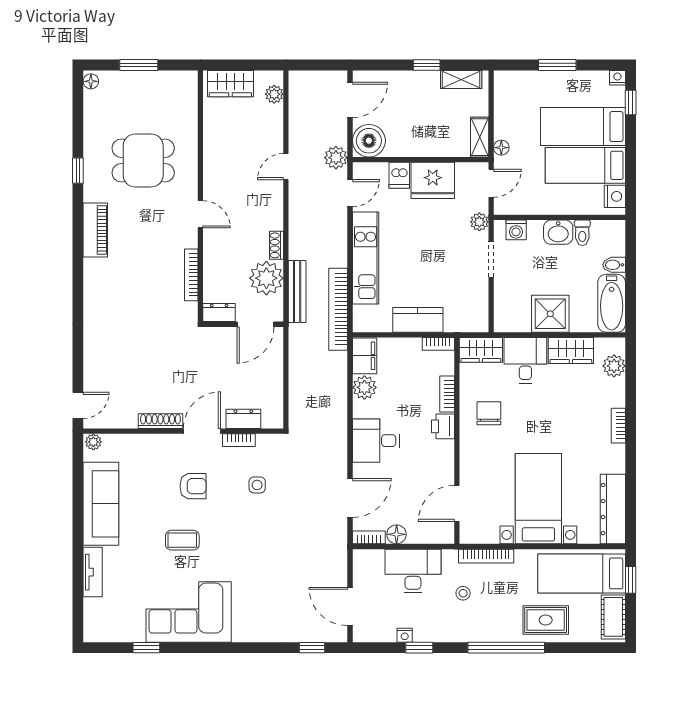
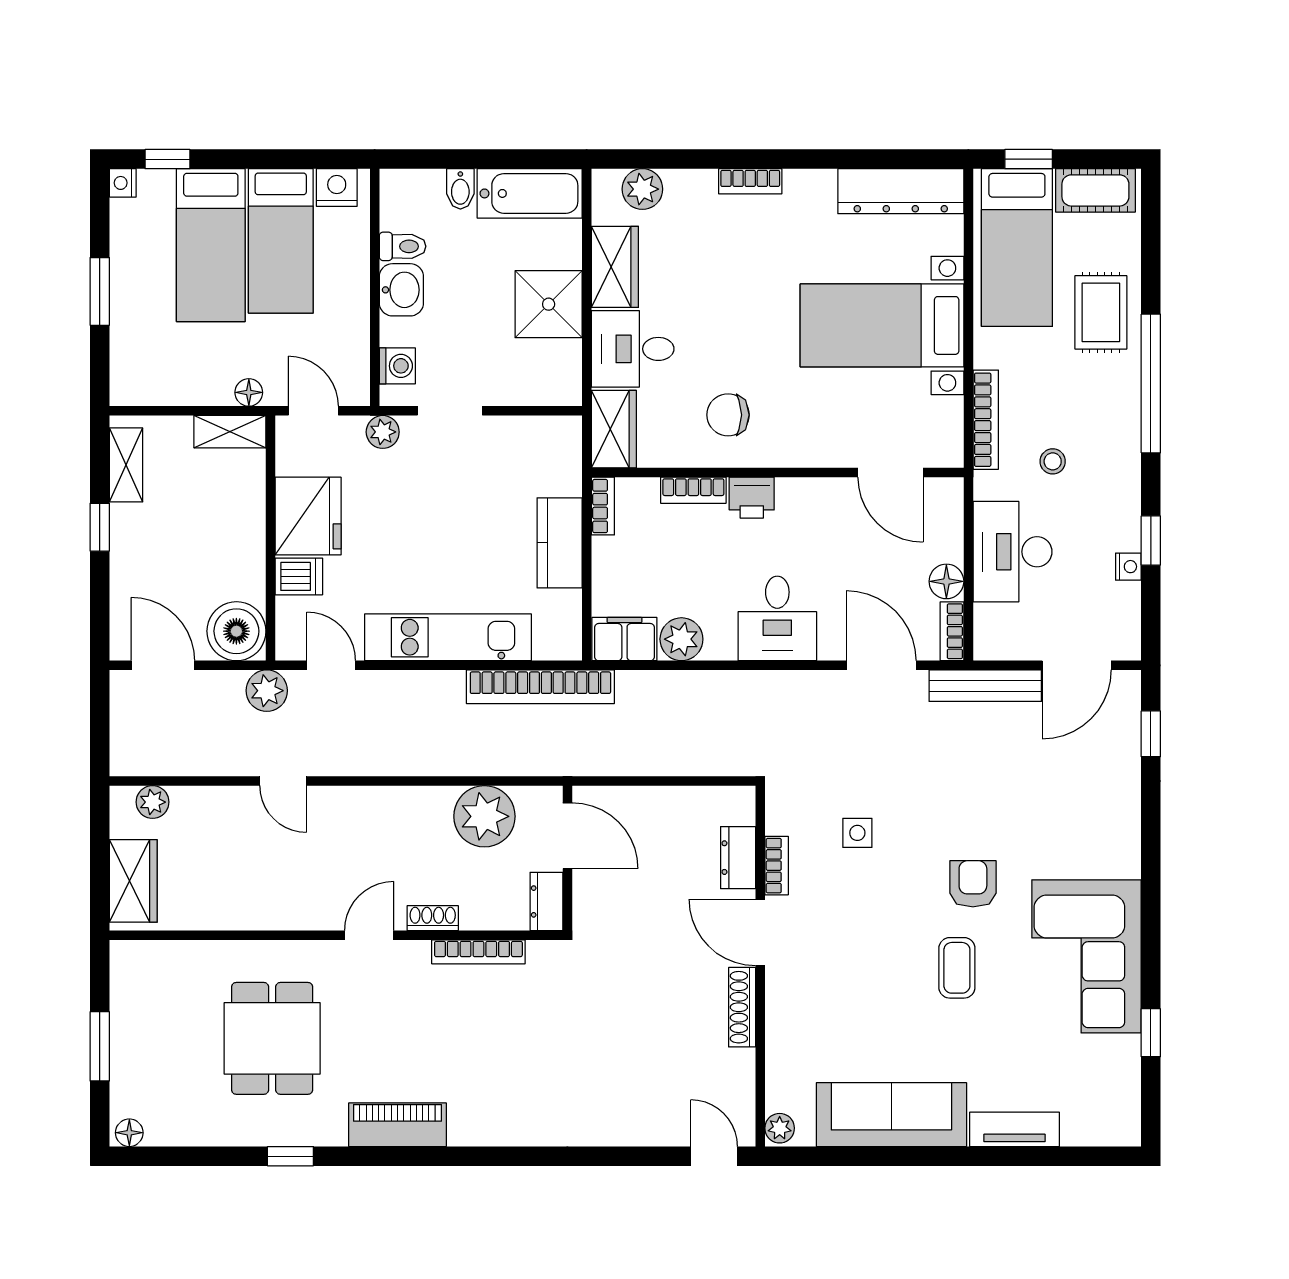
shoe rack: (276, 245) -> (433, 918), moved, turned 180
bench: (297, 291) -> (985, 686), moved
armchair: (193, 486) -> (973, 884), moved

